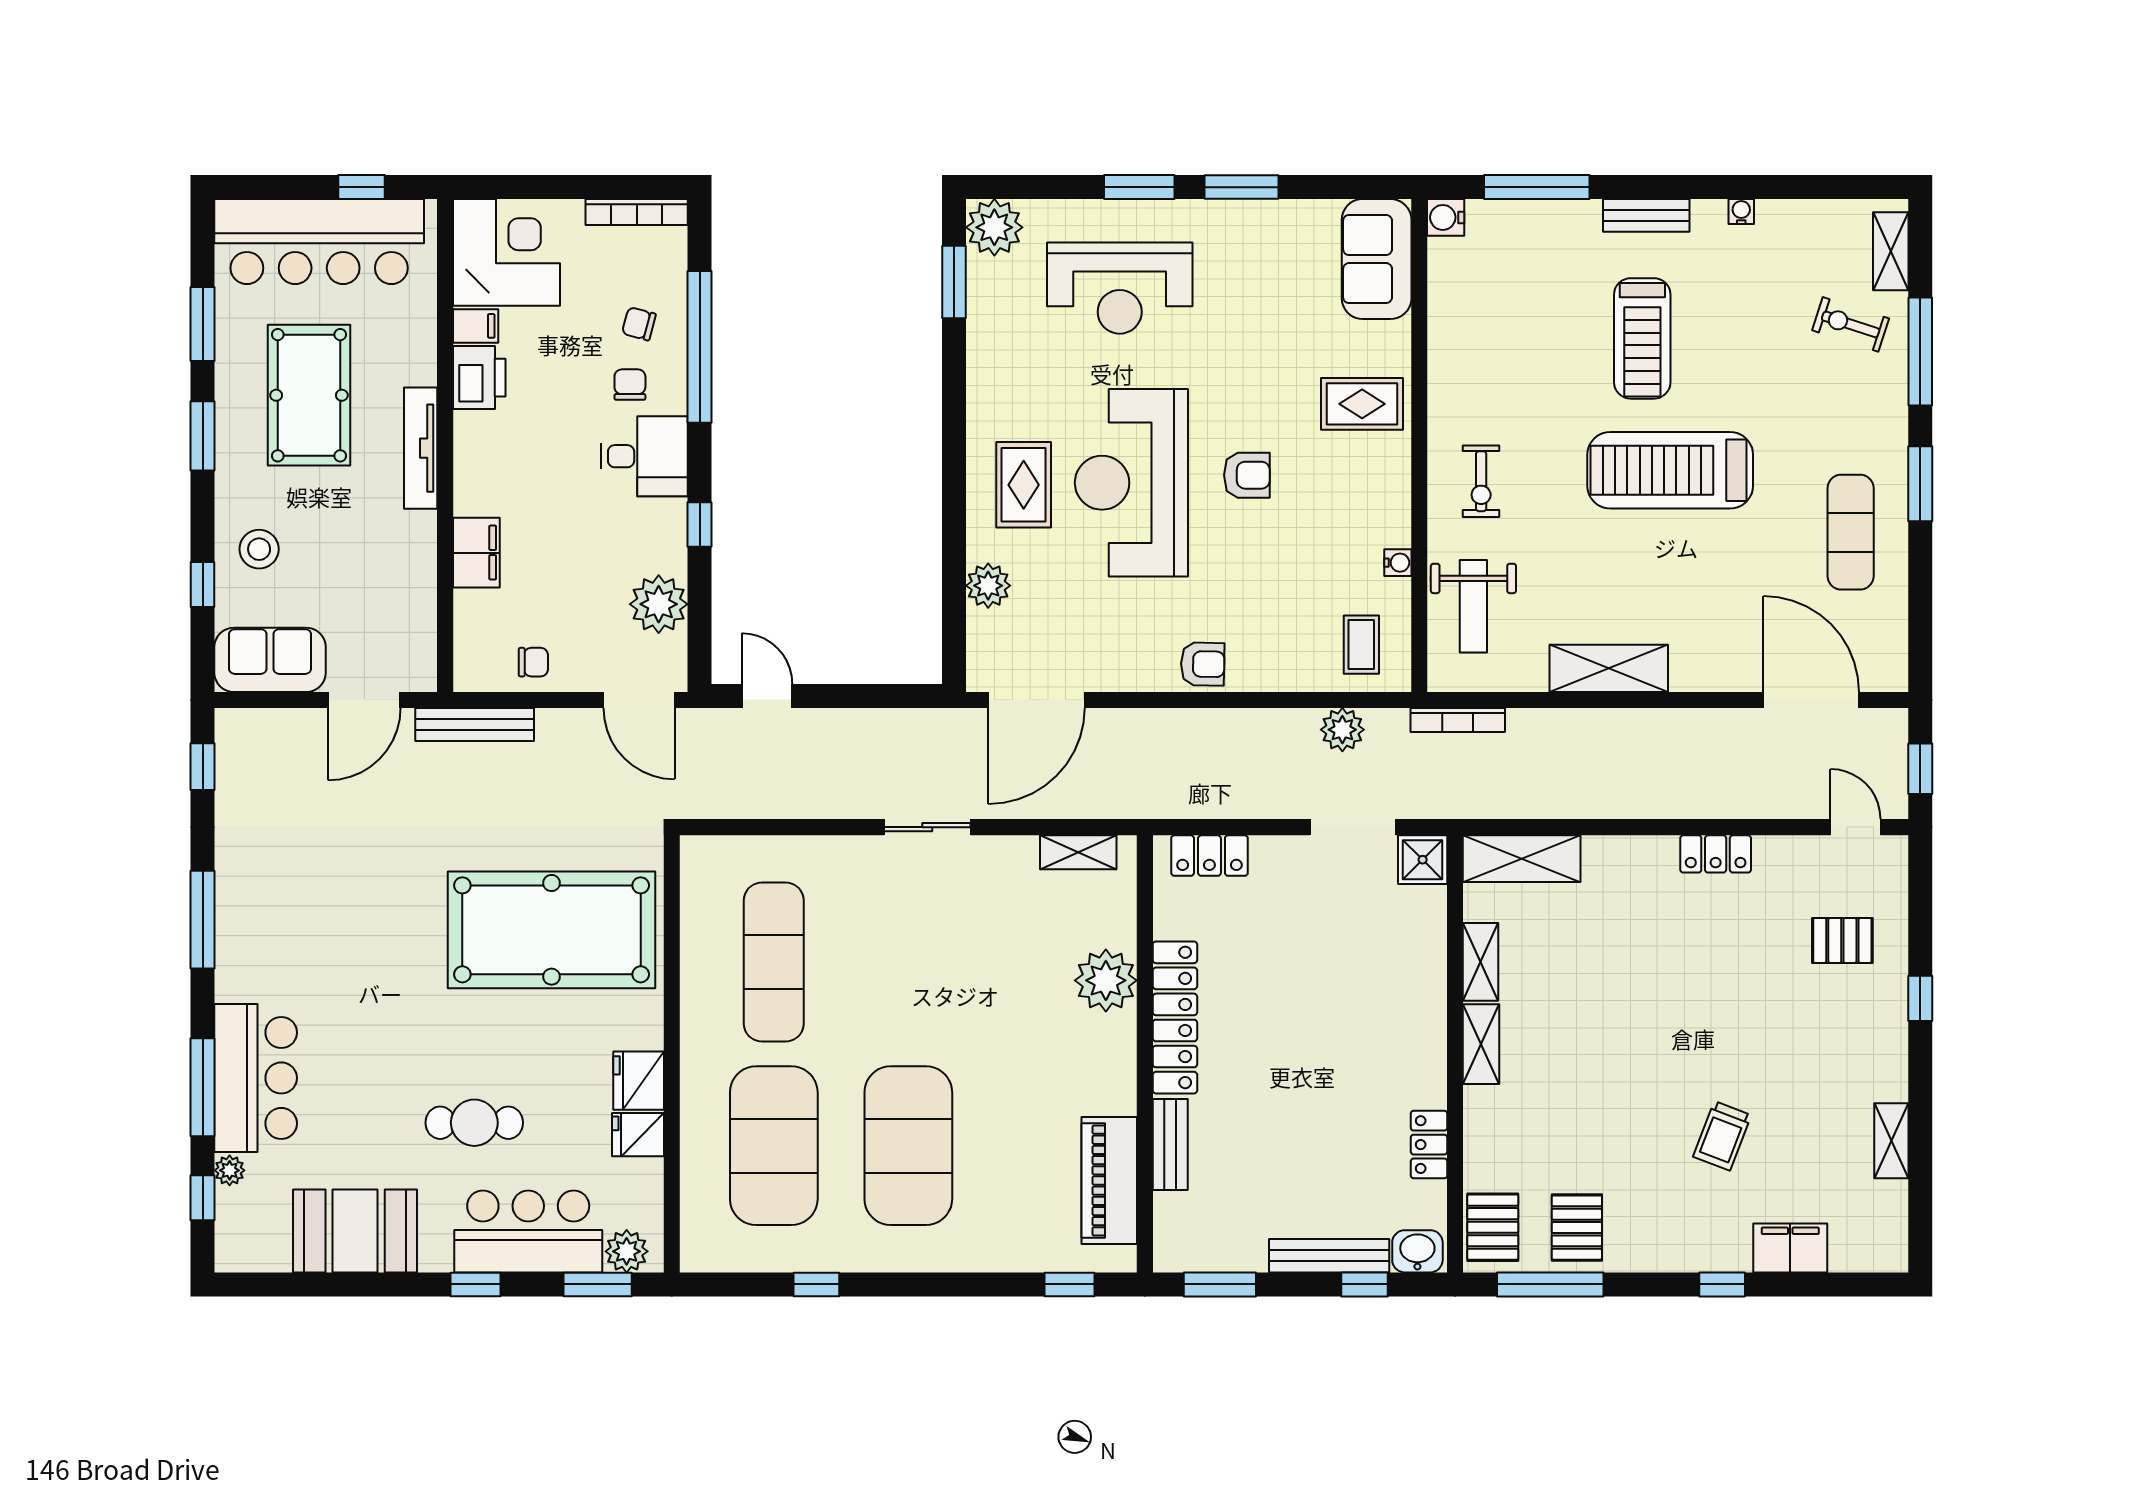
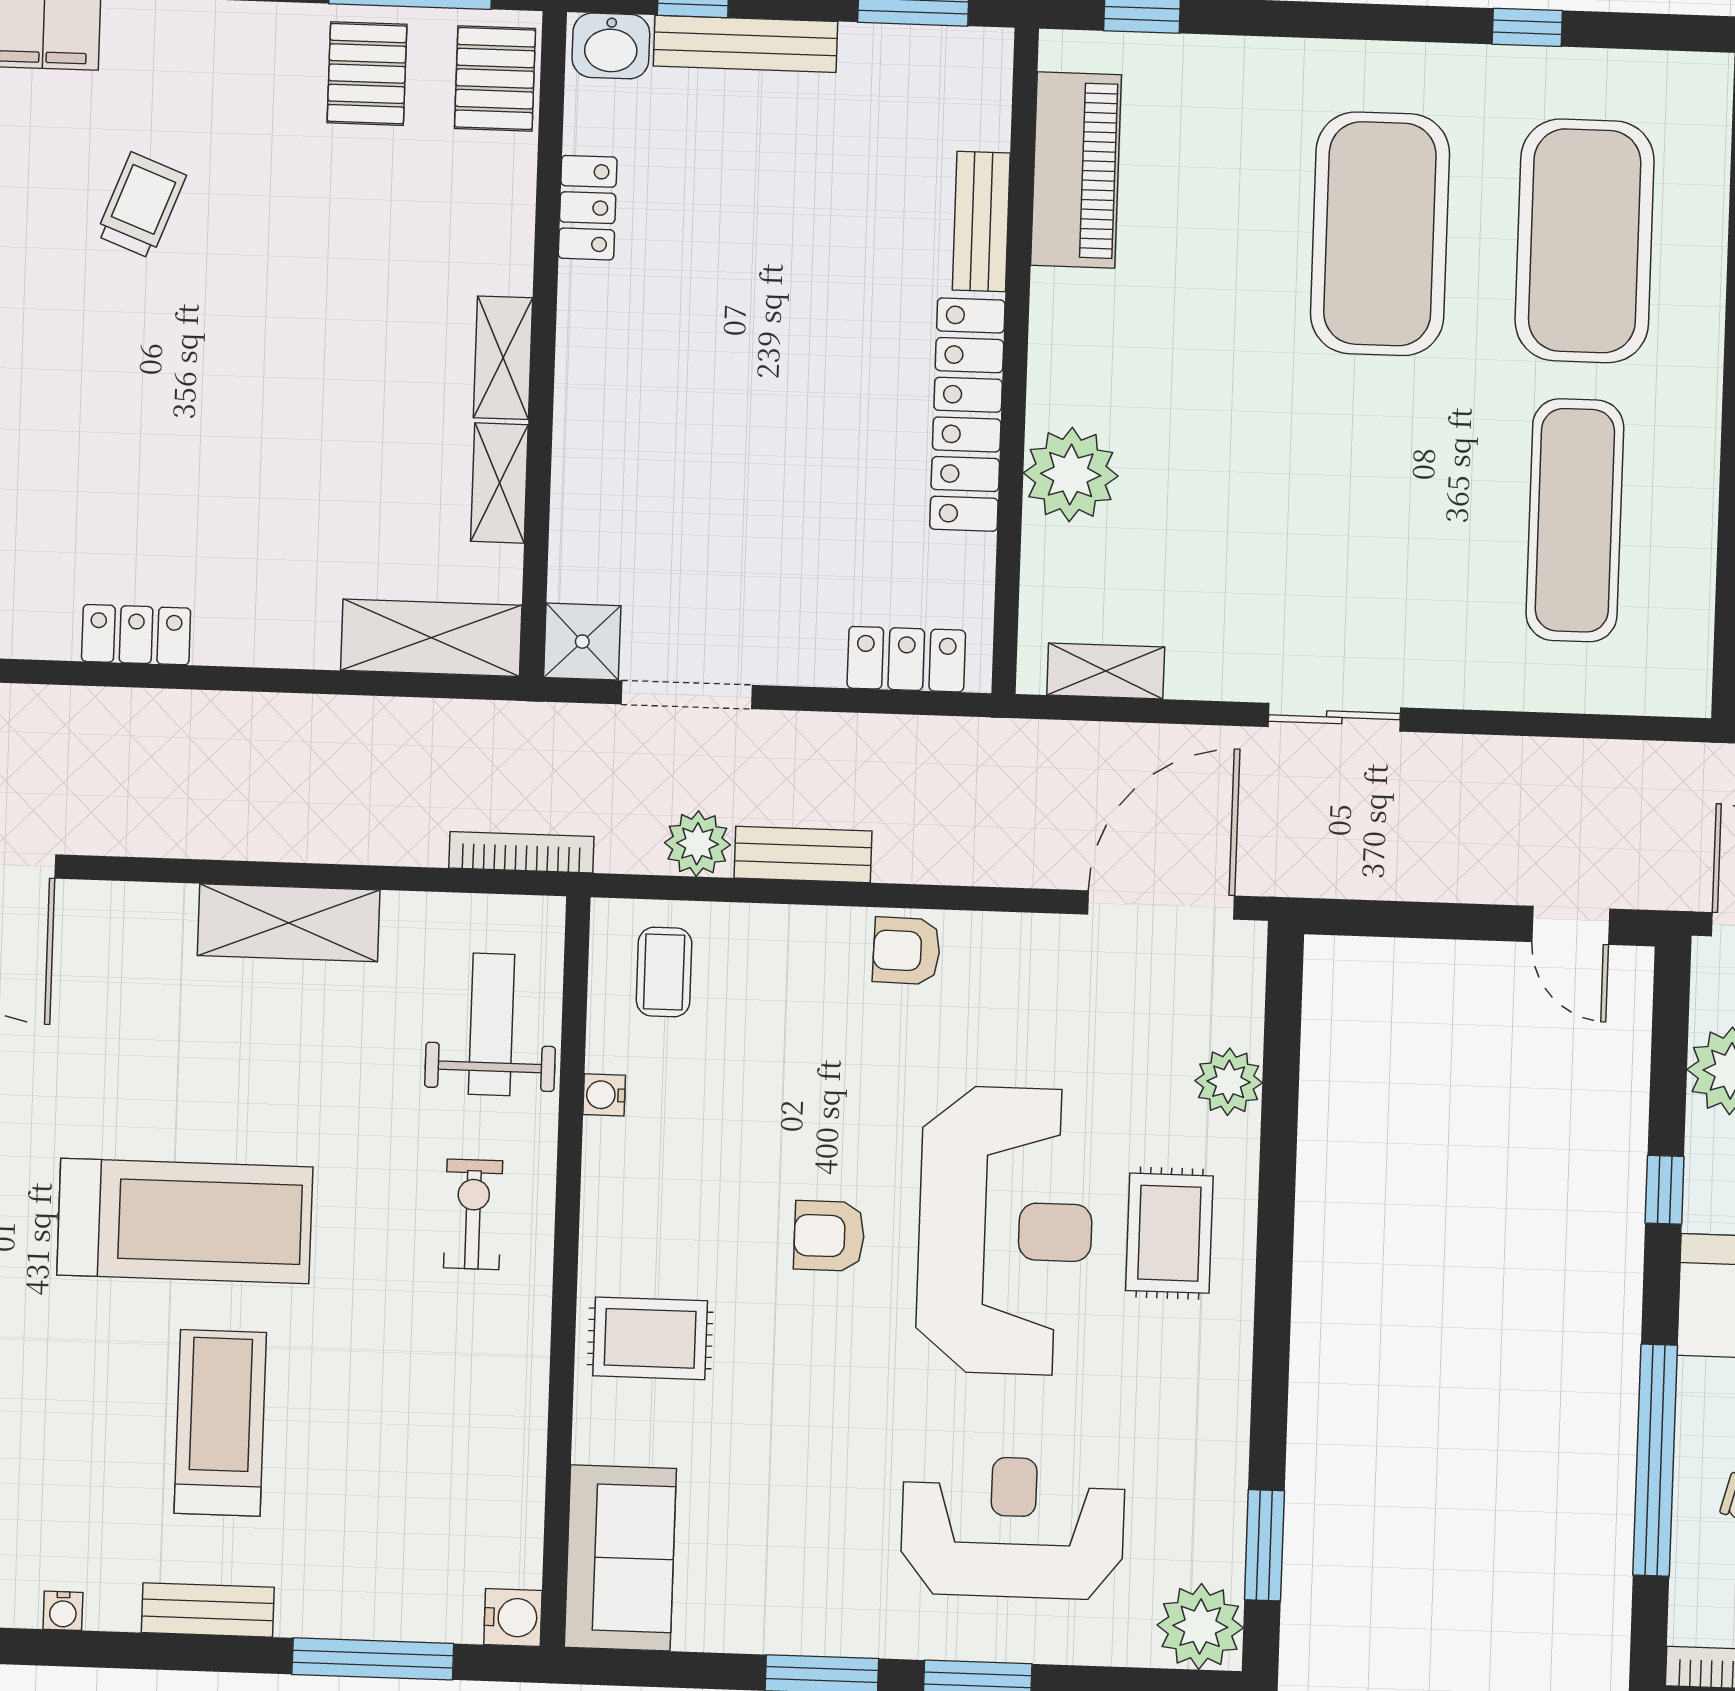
bench: (1273, 725) -> (803, 854), added

